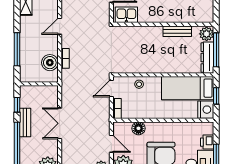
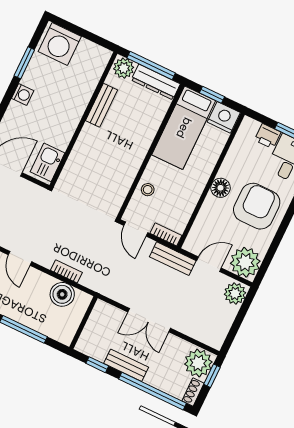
bench: (104, 120) -> (173, 259), added
floor lamp: (138, 128) -> (220, 188), moved

